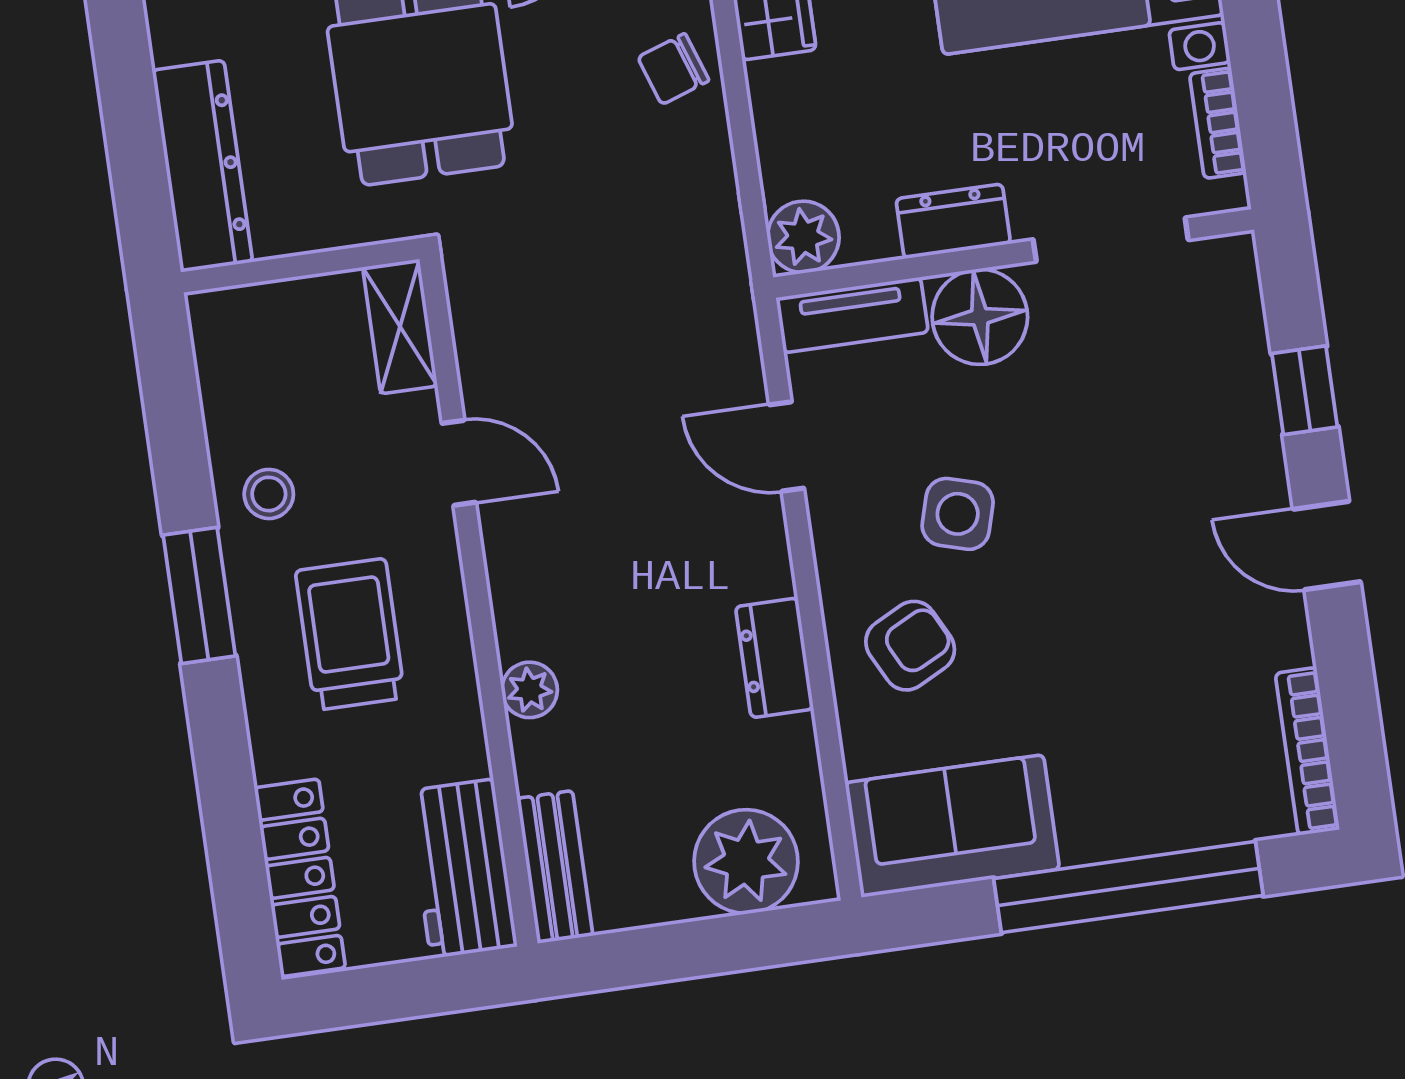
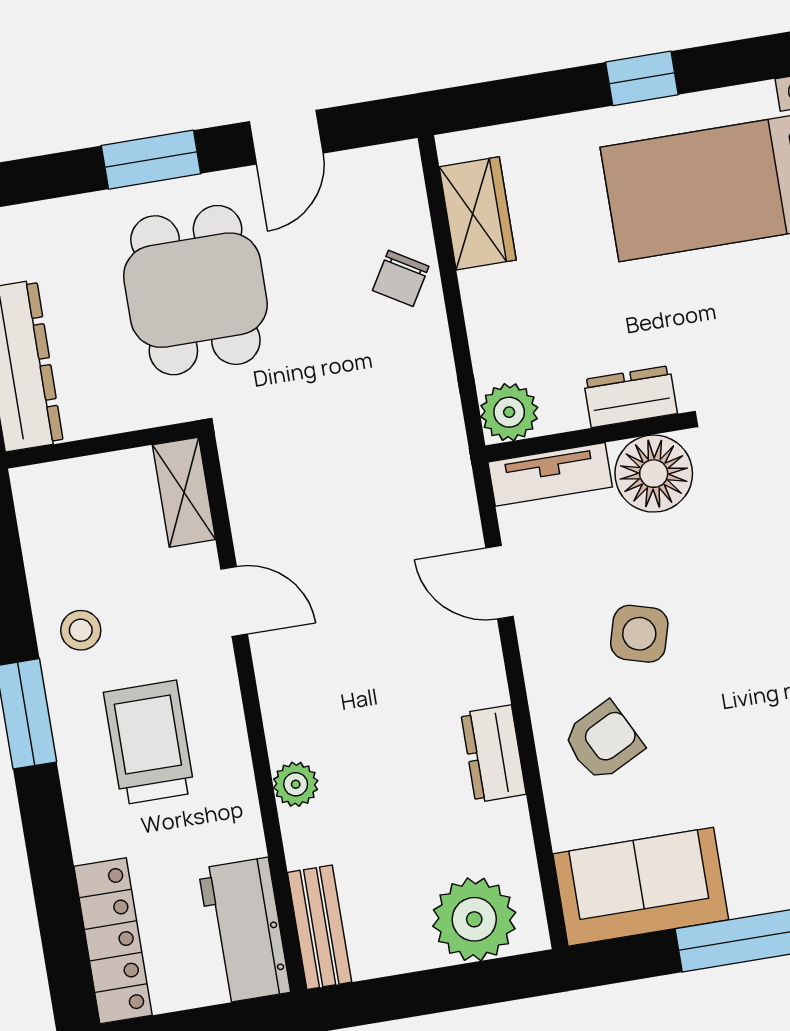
chair: (673, 69) -> (401, 278), turned -40

